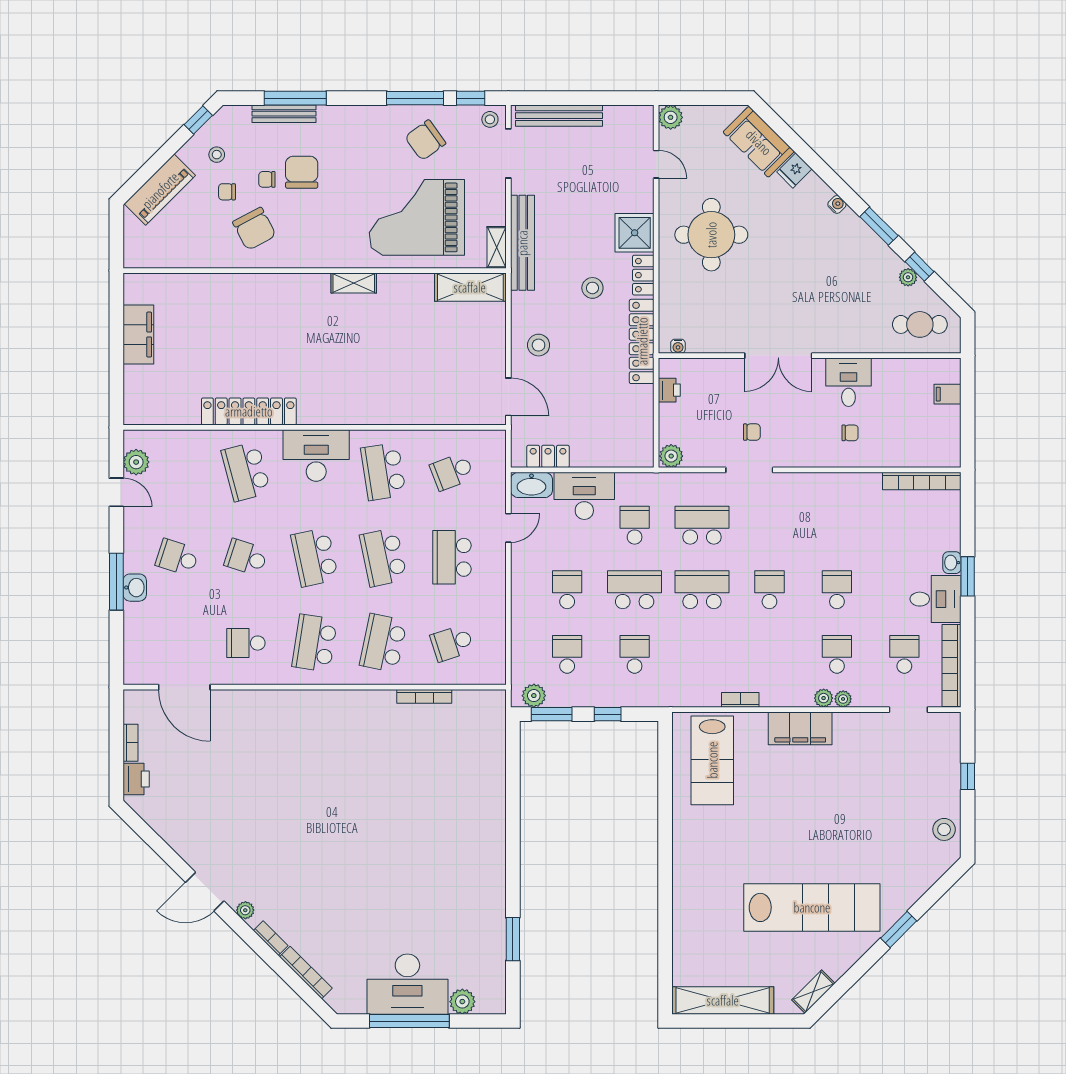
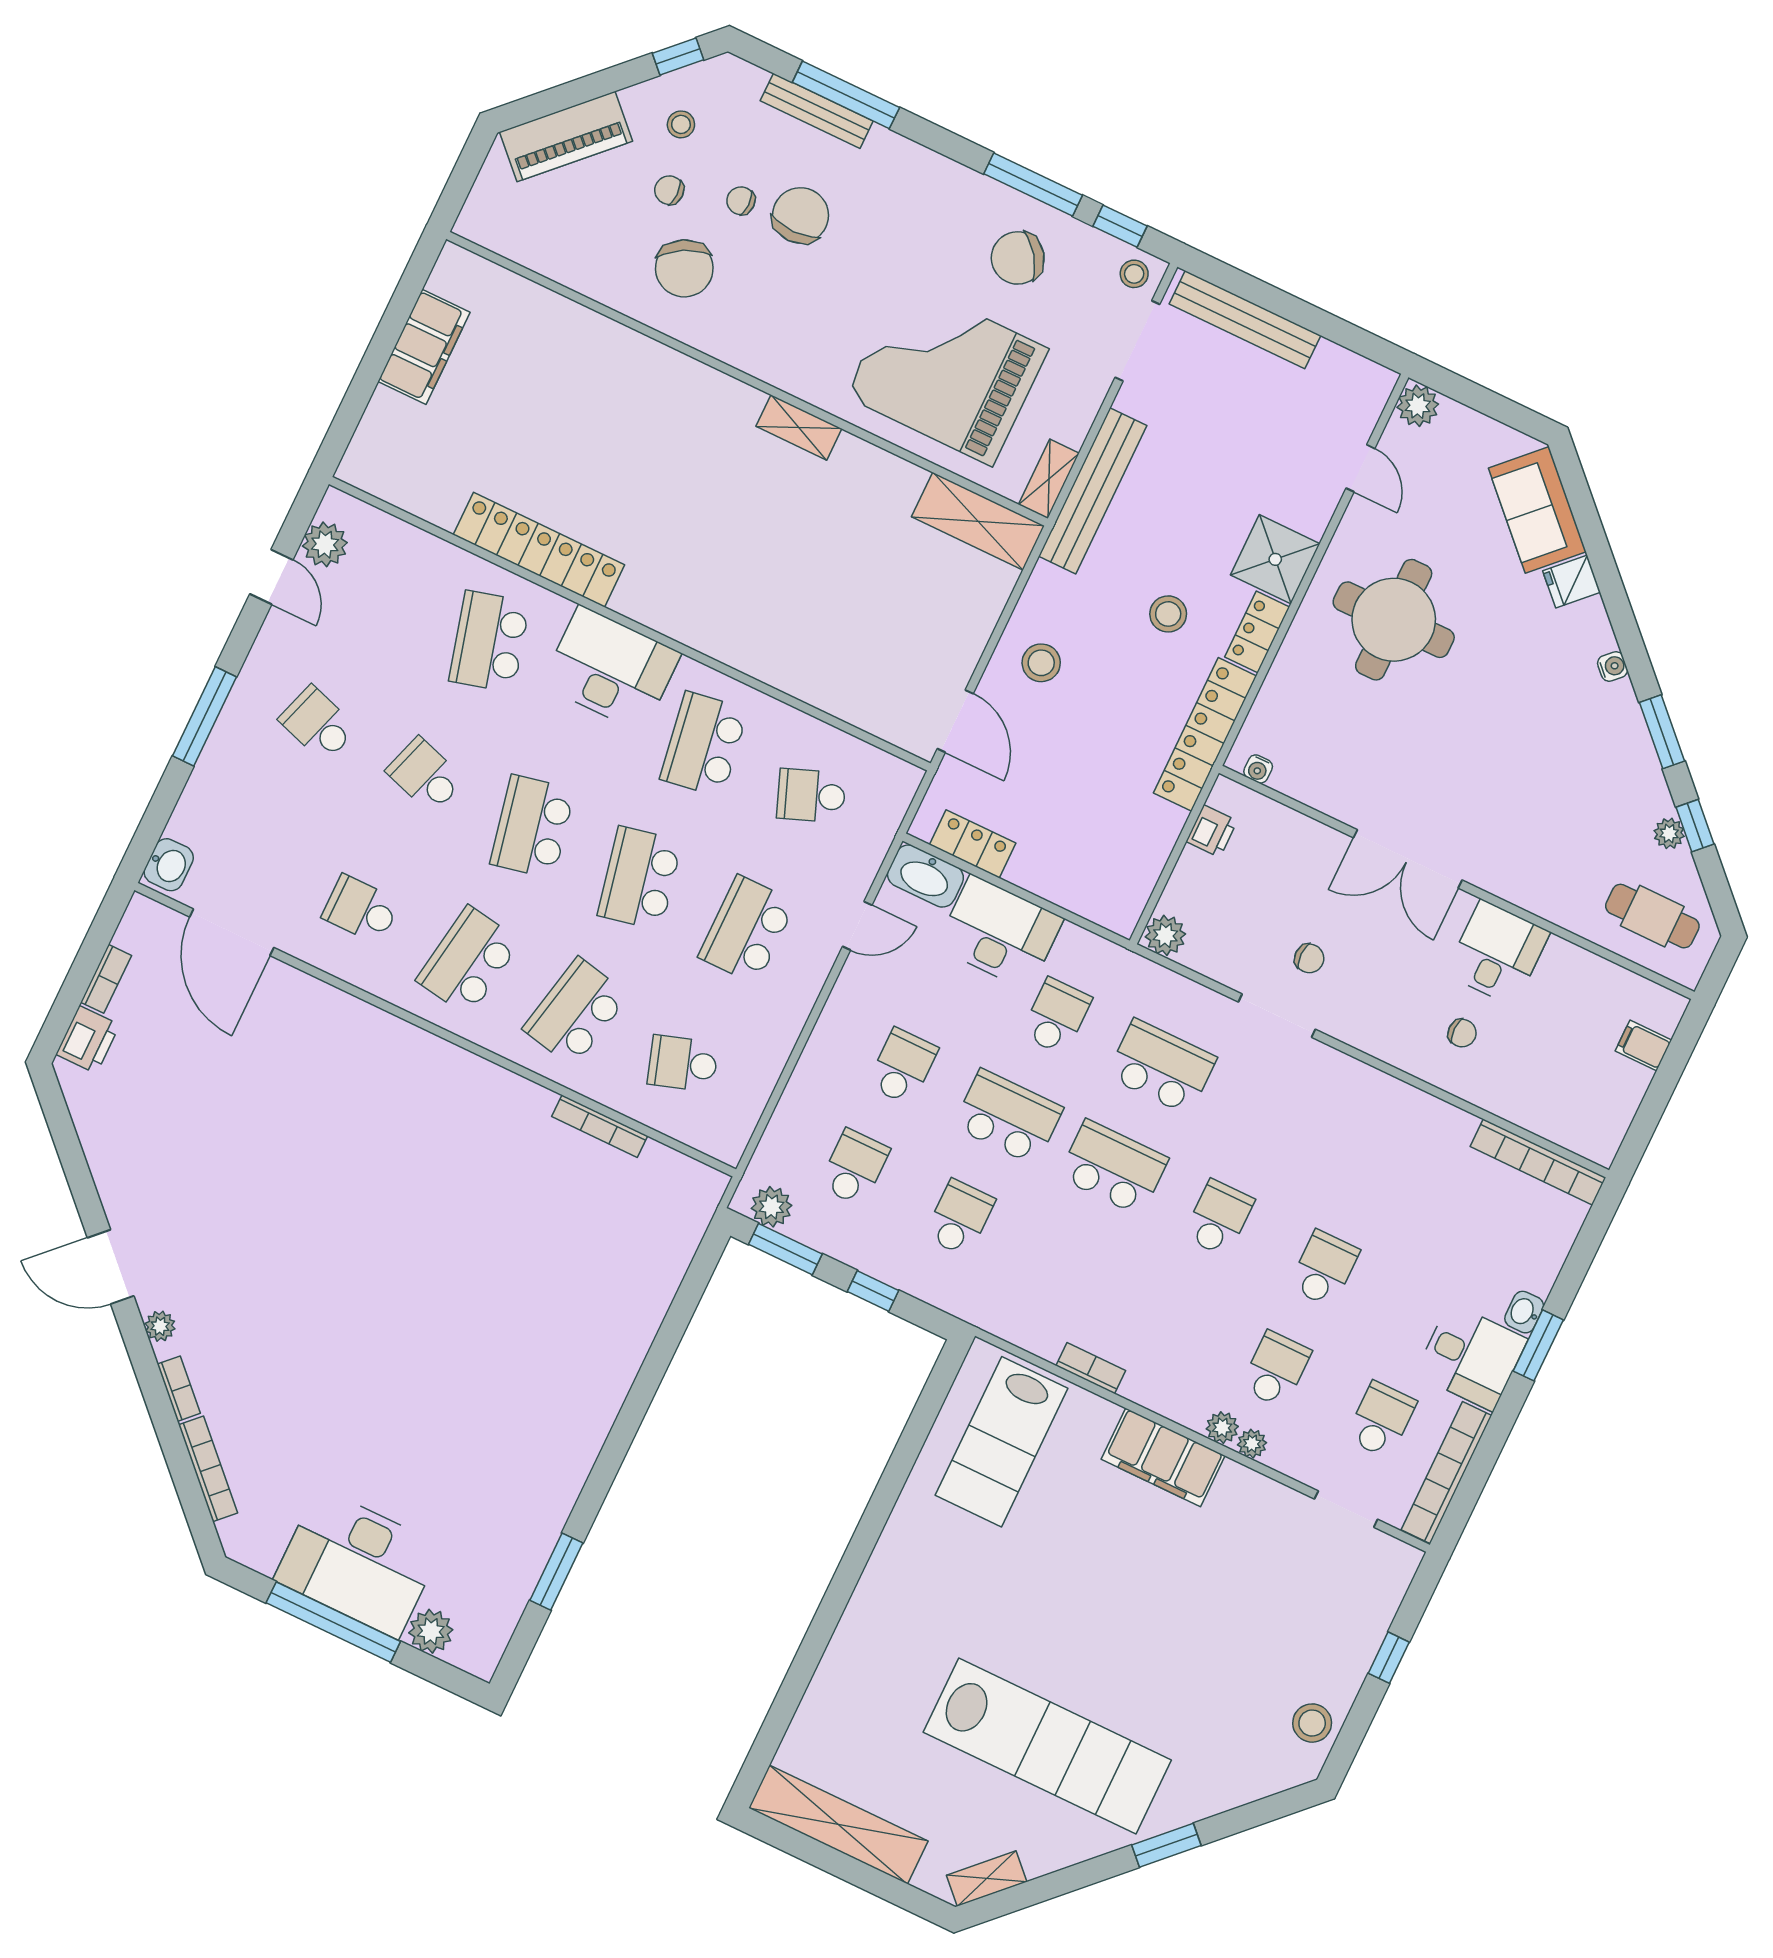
washbasin: (135, 588) -> (169, 865), moved

